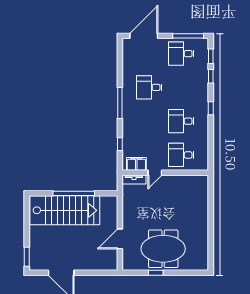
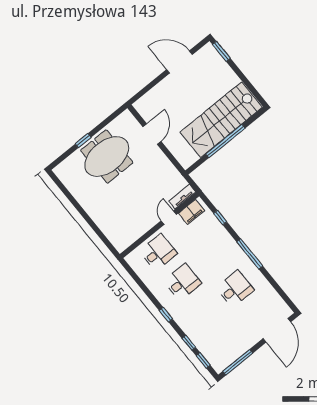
desk: (181, 54) -> (231, 342), removed
window: (156, 273) -> (83, 141), moved

